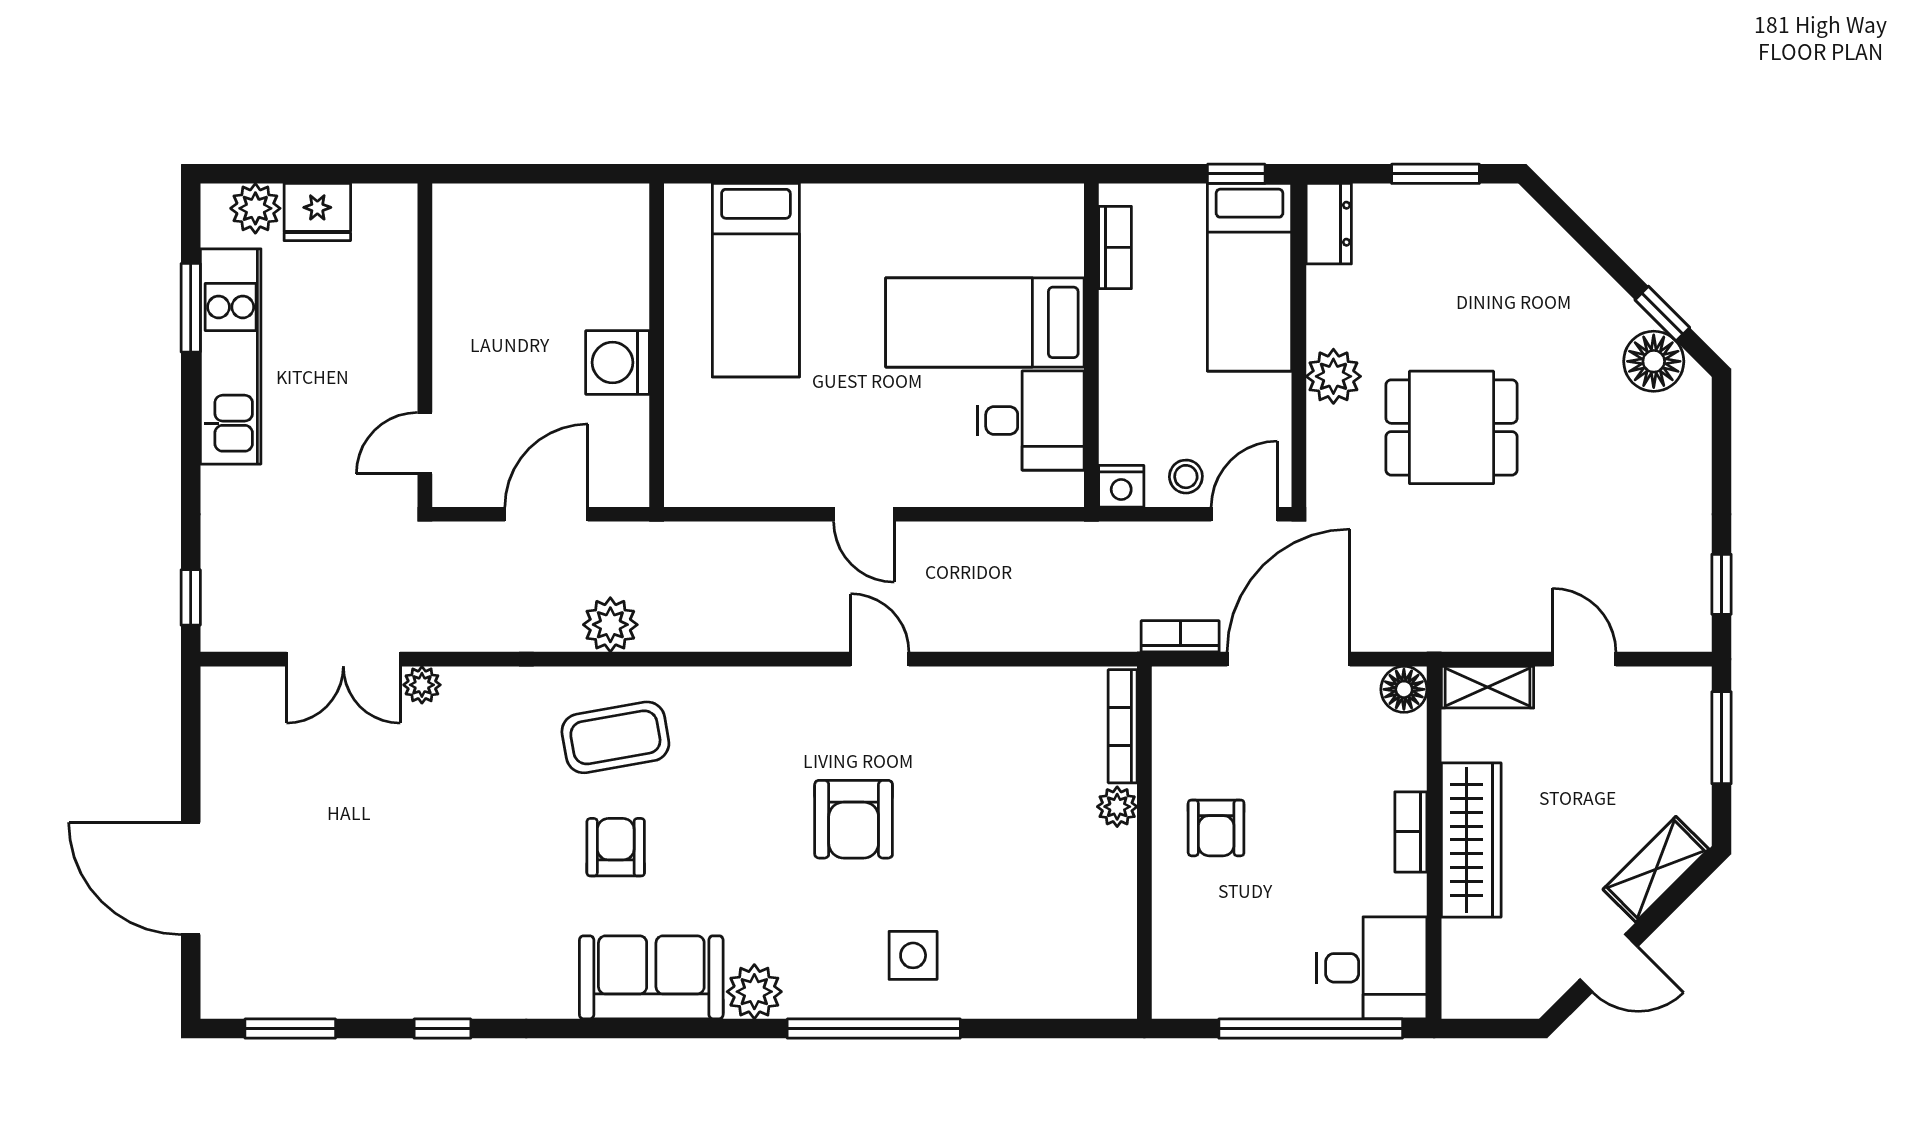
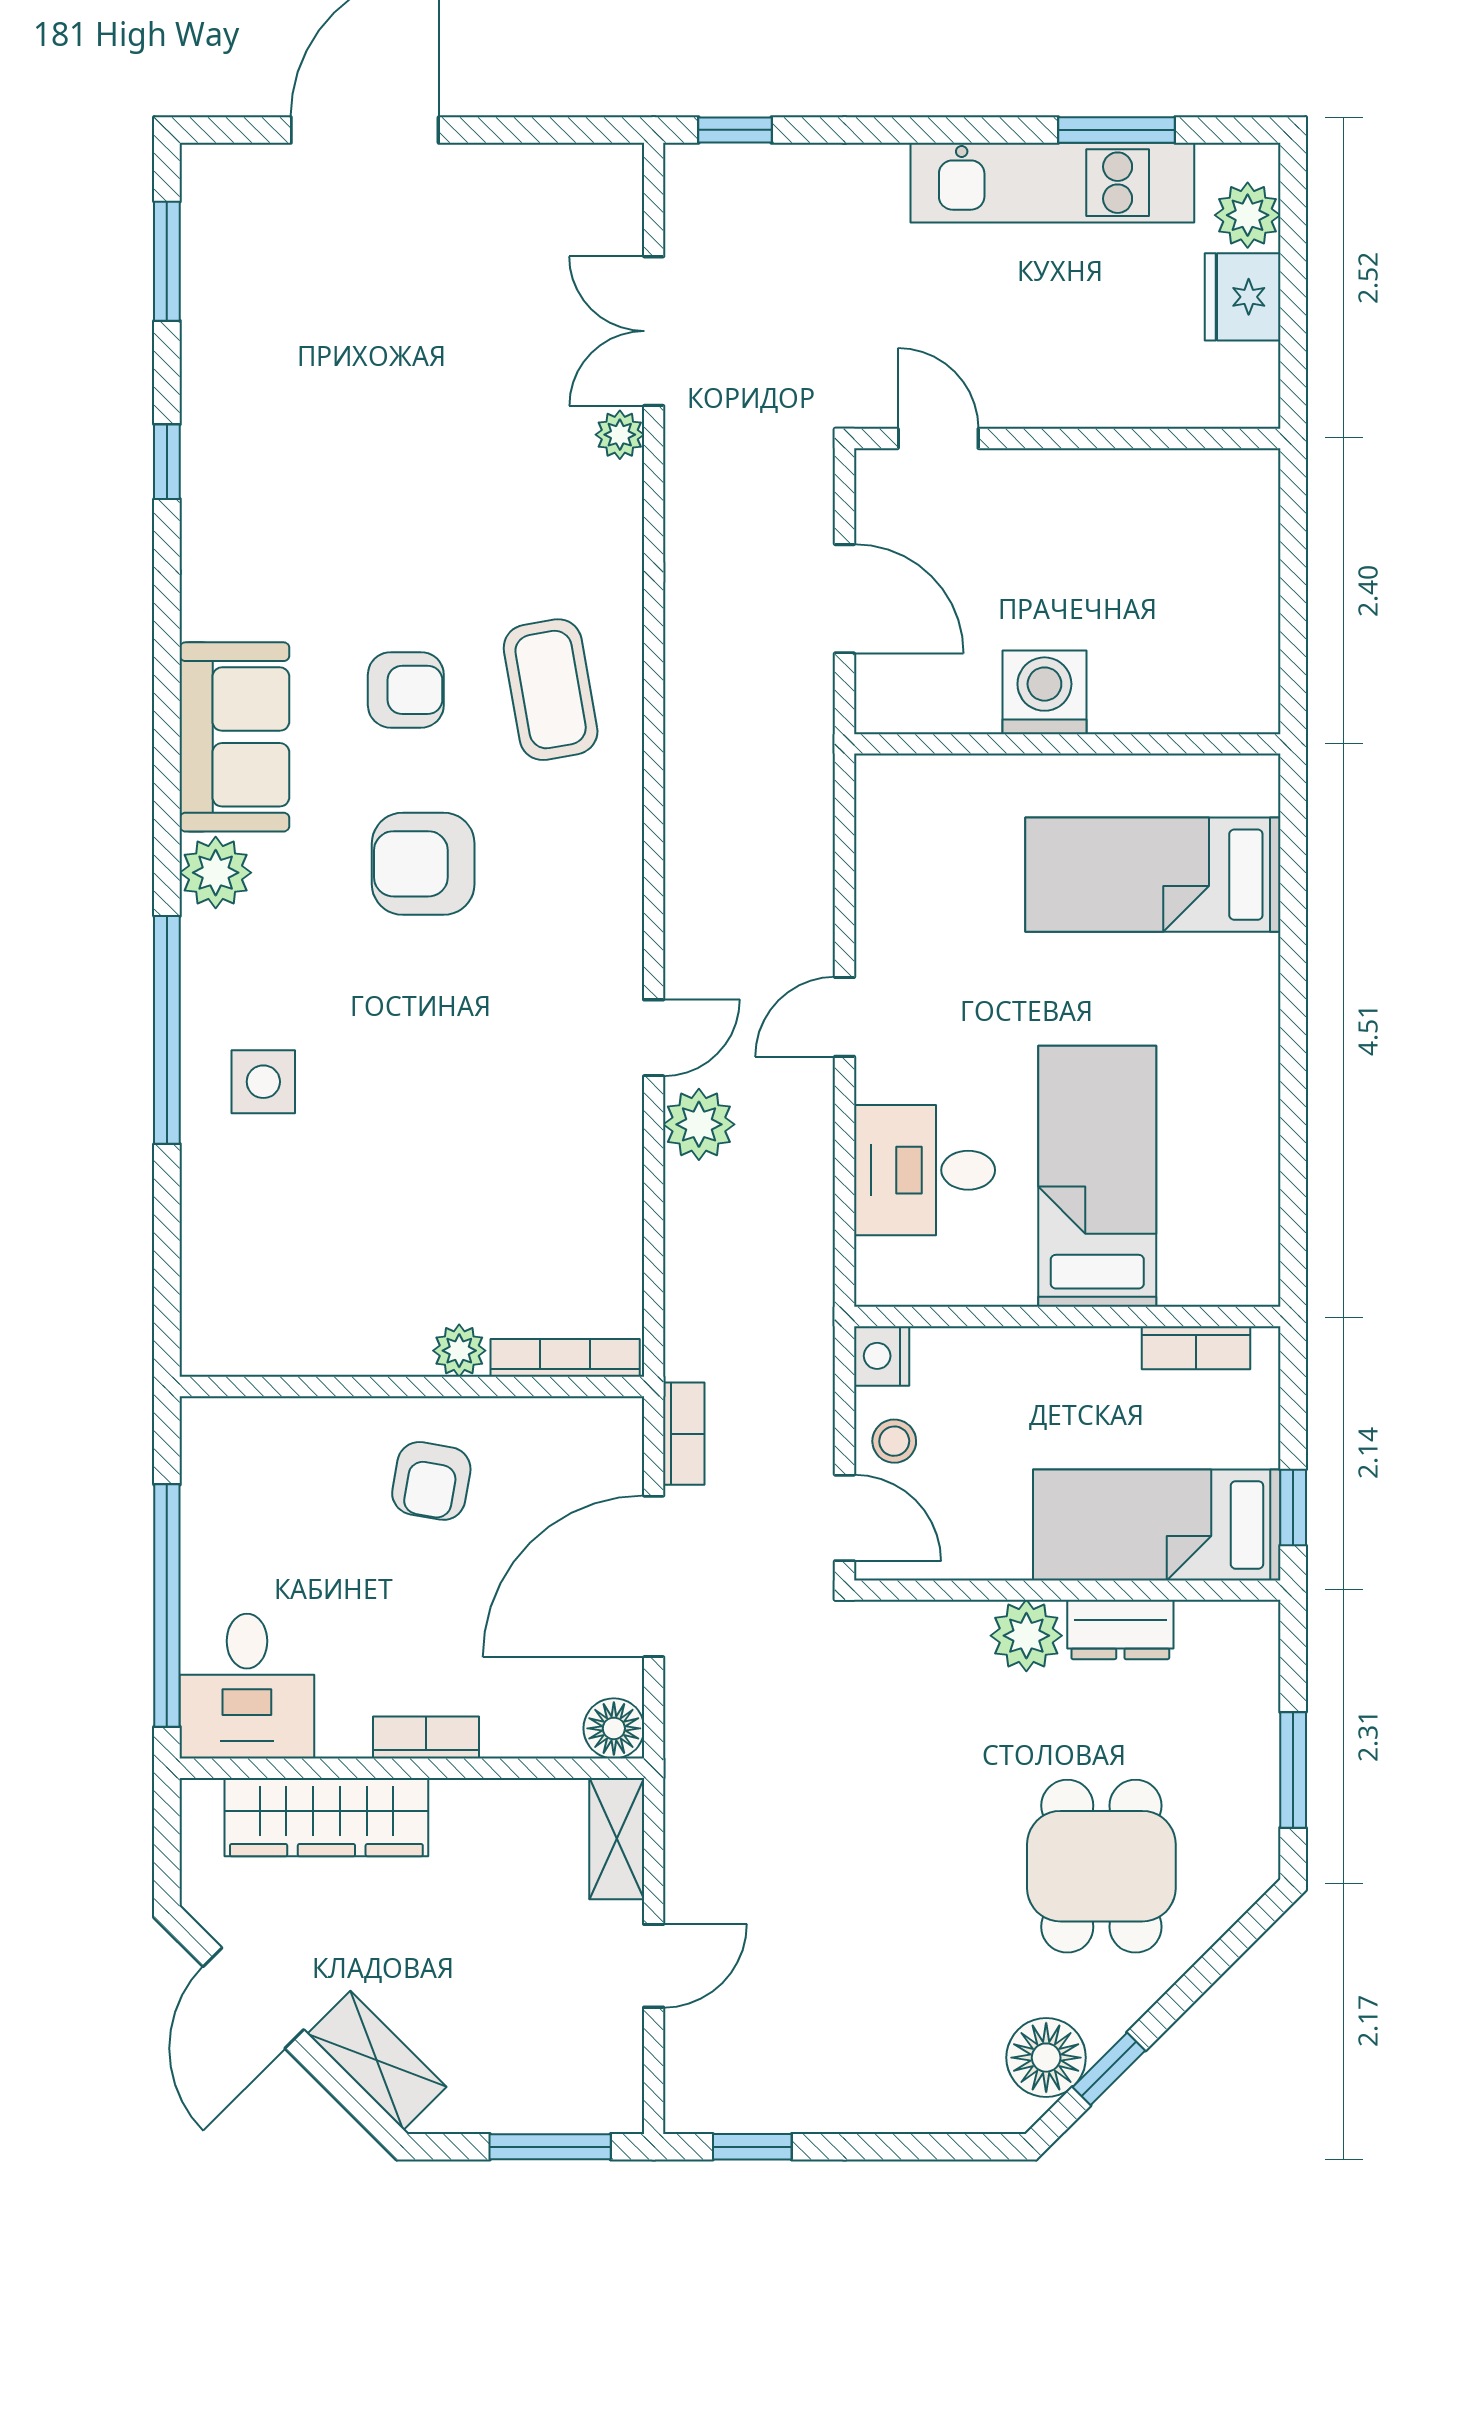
dresser: (1329, 224) -> (1120, 1629), moved
desk: (1031, 420) -> (925, 1170), moved, turned 90
dining table: (1452, 427) -> (1101, 1866), moved
plant: (610, 625) -> (699, 1124), moved
door: (1289, 659) -> (654, 1576), swing flipped
armchair: (854, 819) -> (423, 864), moved
armchair: (1216, 828) -> (431, 1481), turned -80
wardrobe: (1471, 840) -> (326, 1817), moved
door: (1609, 963) -> (253, 1998), width x1.38

